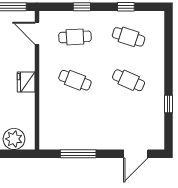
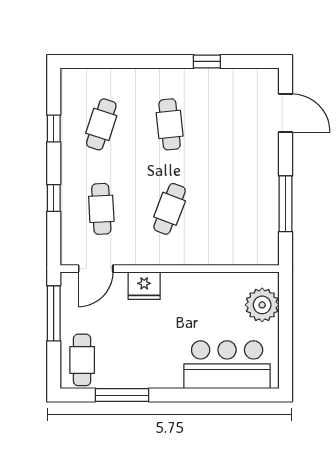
cafe table: (129, 80) -> (170, 124), turned -30
fridge: (26, 82) -> (144, 286), moved

